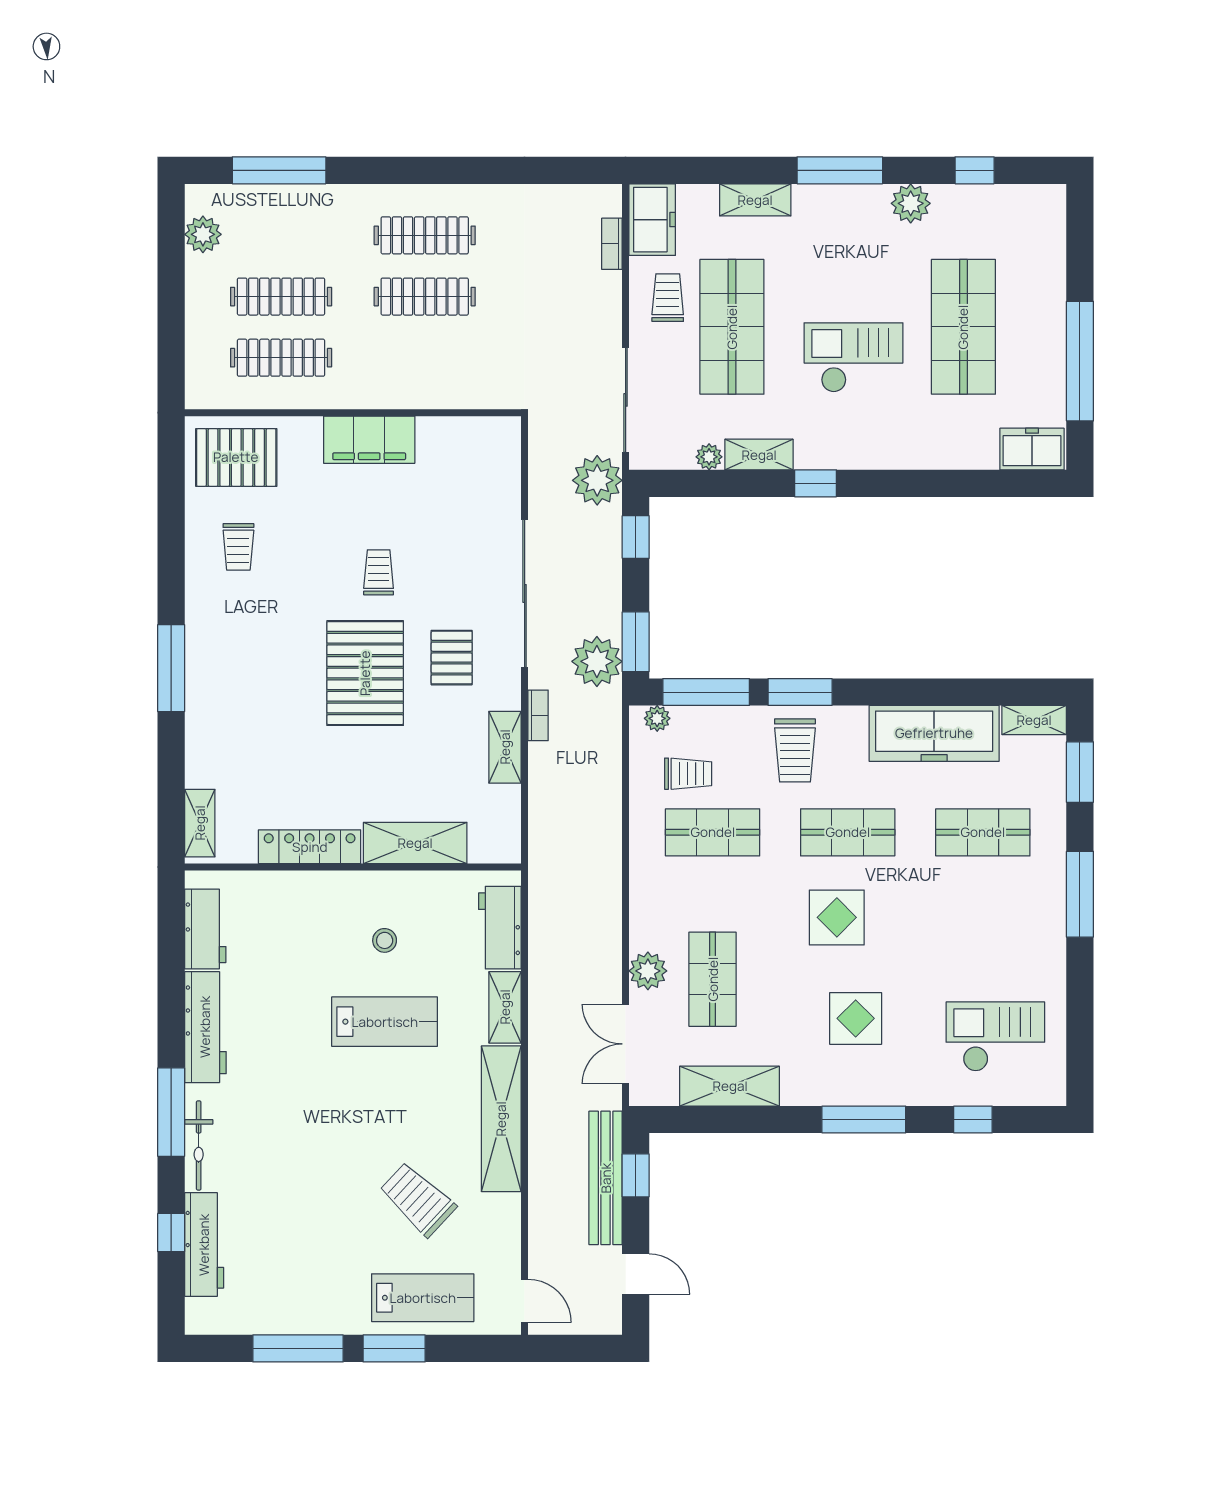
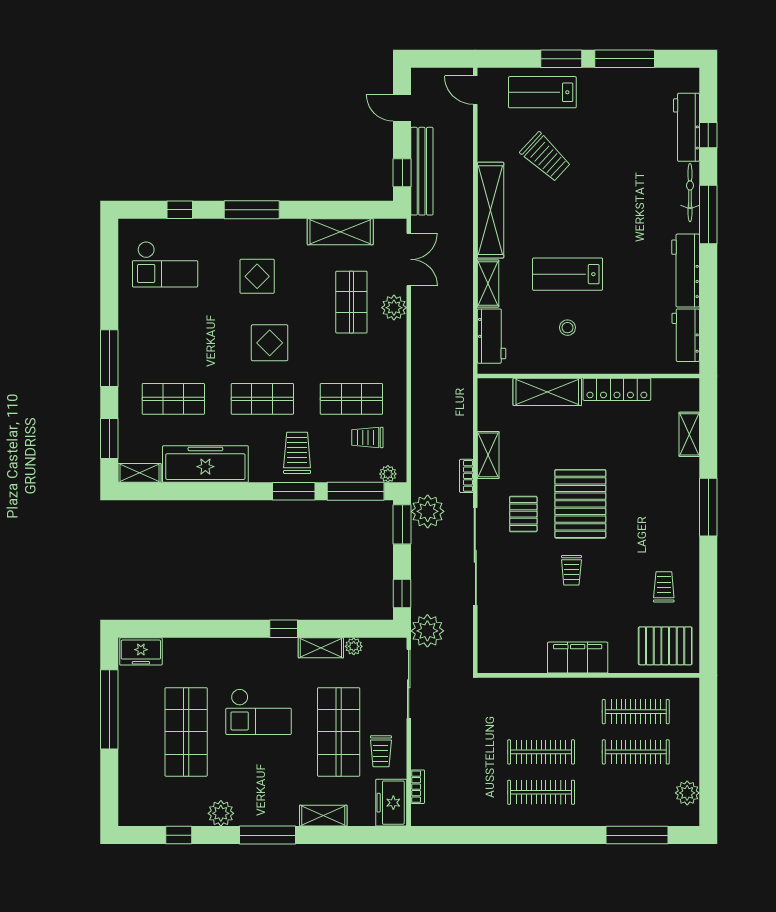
shelving: (200, 823) -> (689, 434), moved

